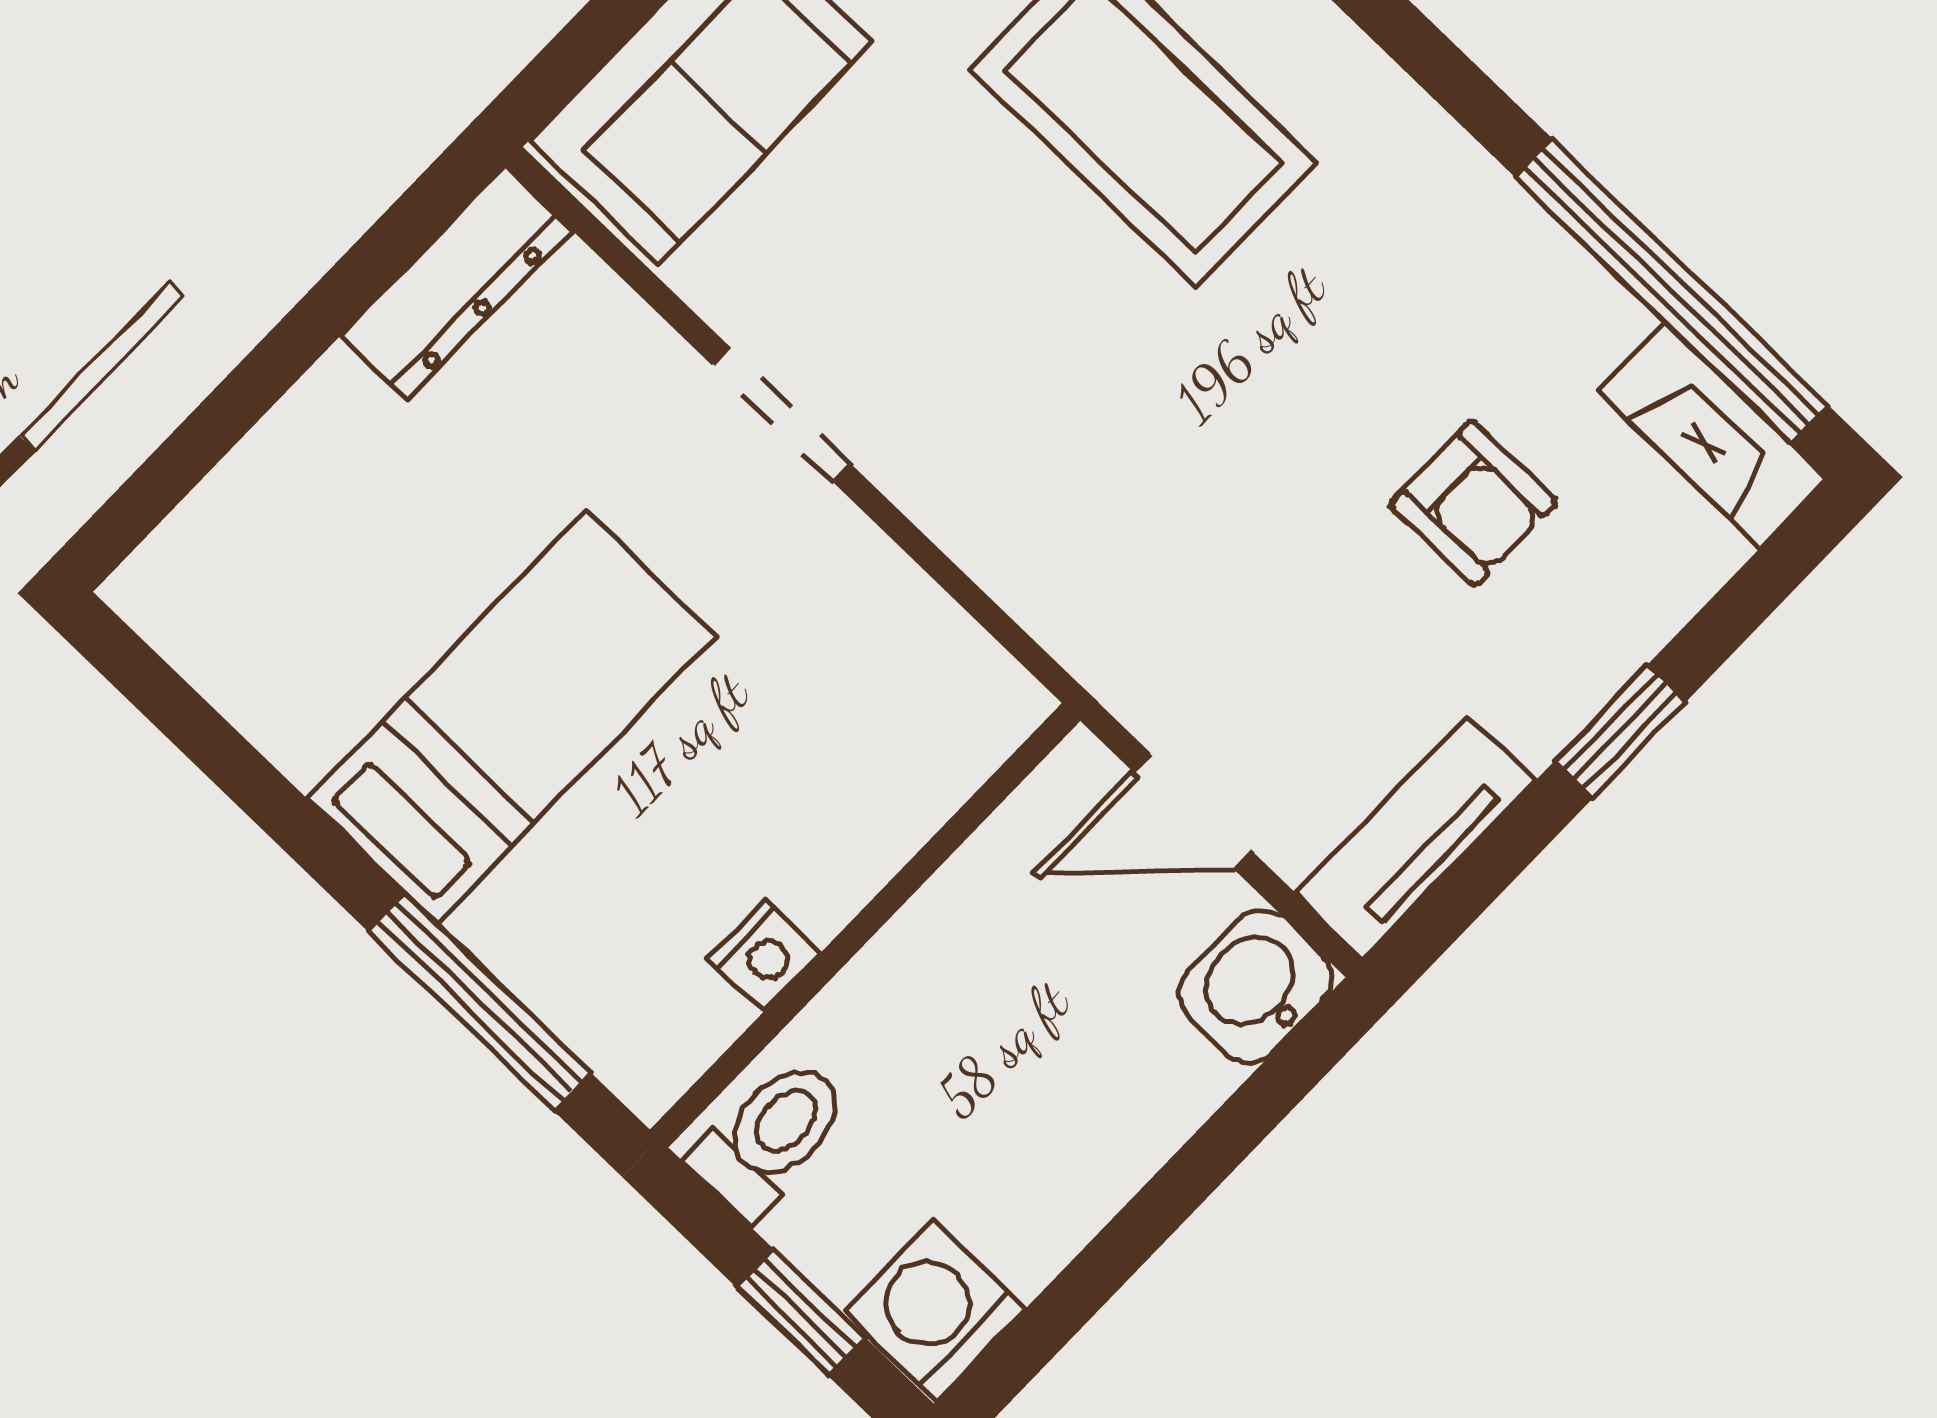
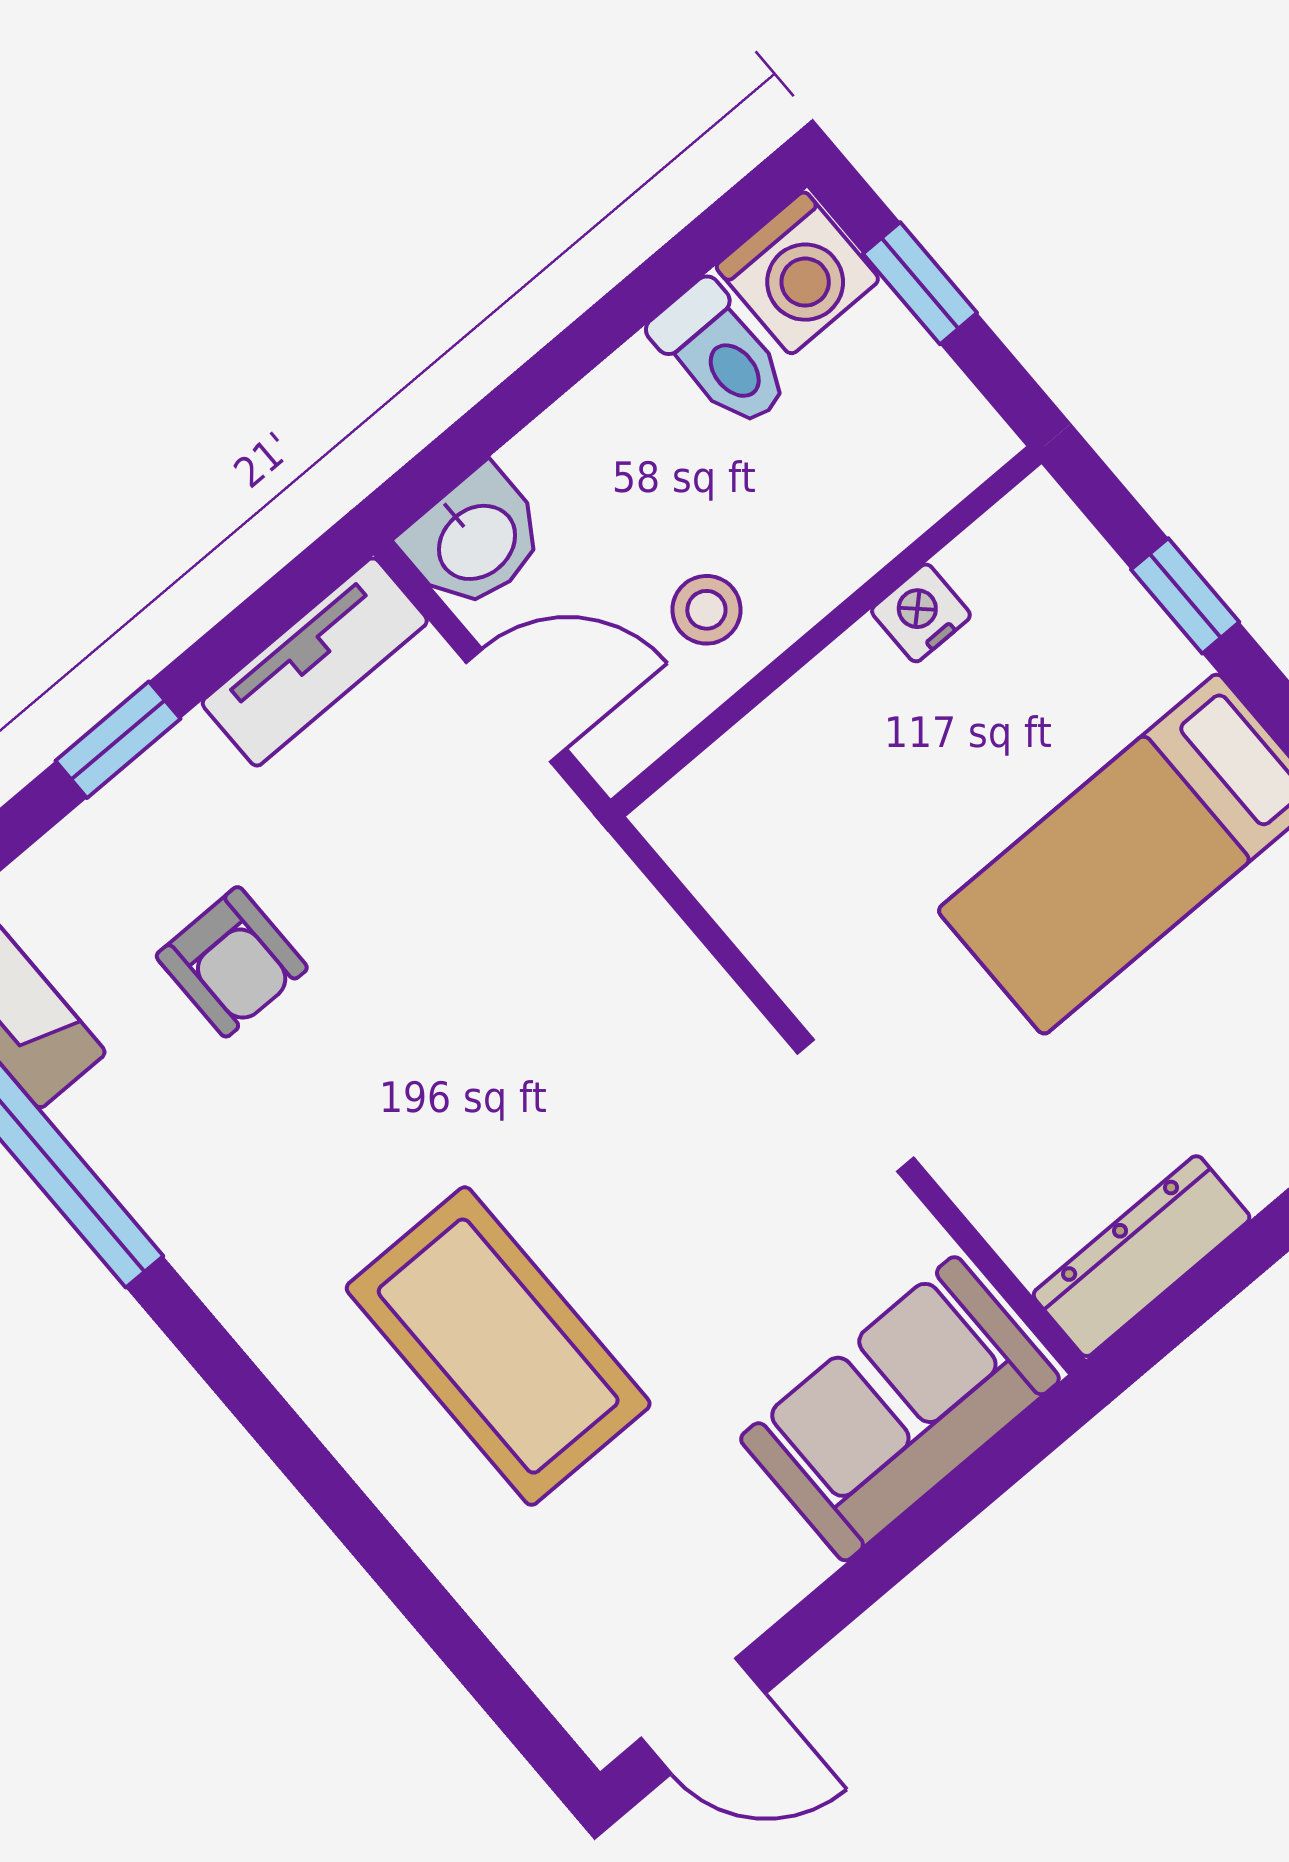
armchair: (1473, 503) -> (232, 962), turned 180
stool: (997, 936) -> (706, 610), added
window: (480, 1003) -> (1185, 596), width x0.46
toilet: (771, 1136) -> (722, 355), moved, turned -90

